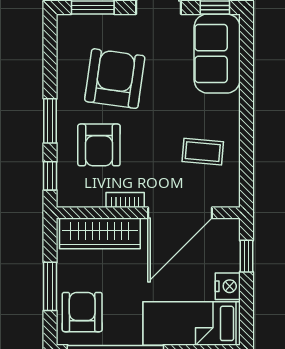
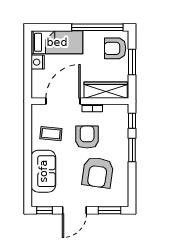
sofa: (217, 54) -> (43, 171), moved
armchair: (99, 145) -> (87, 137), moved
window: (246, 256) -> (28, 78), removed
armchair: (82, 312) -> (115, 48), turned 90

